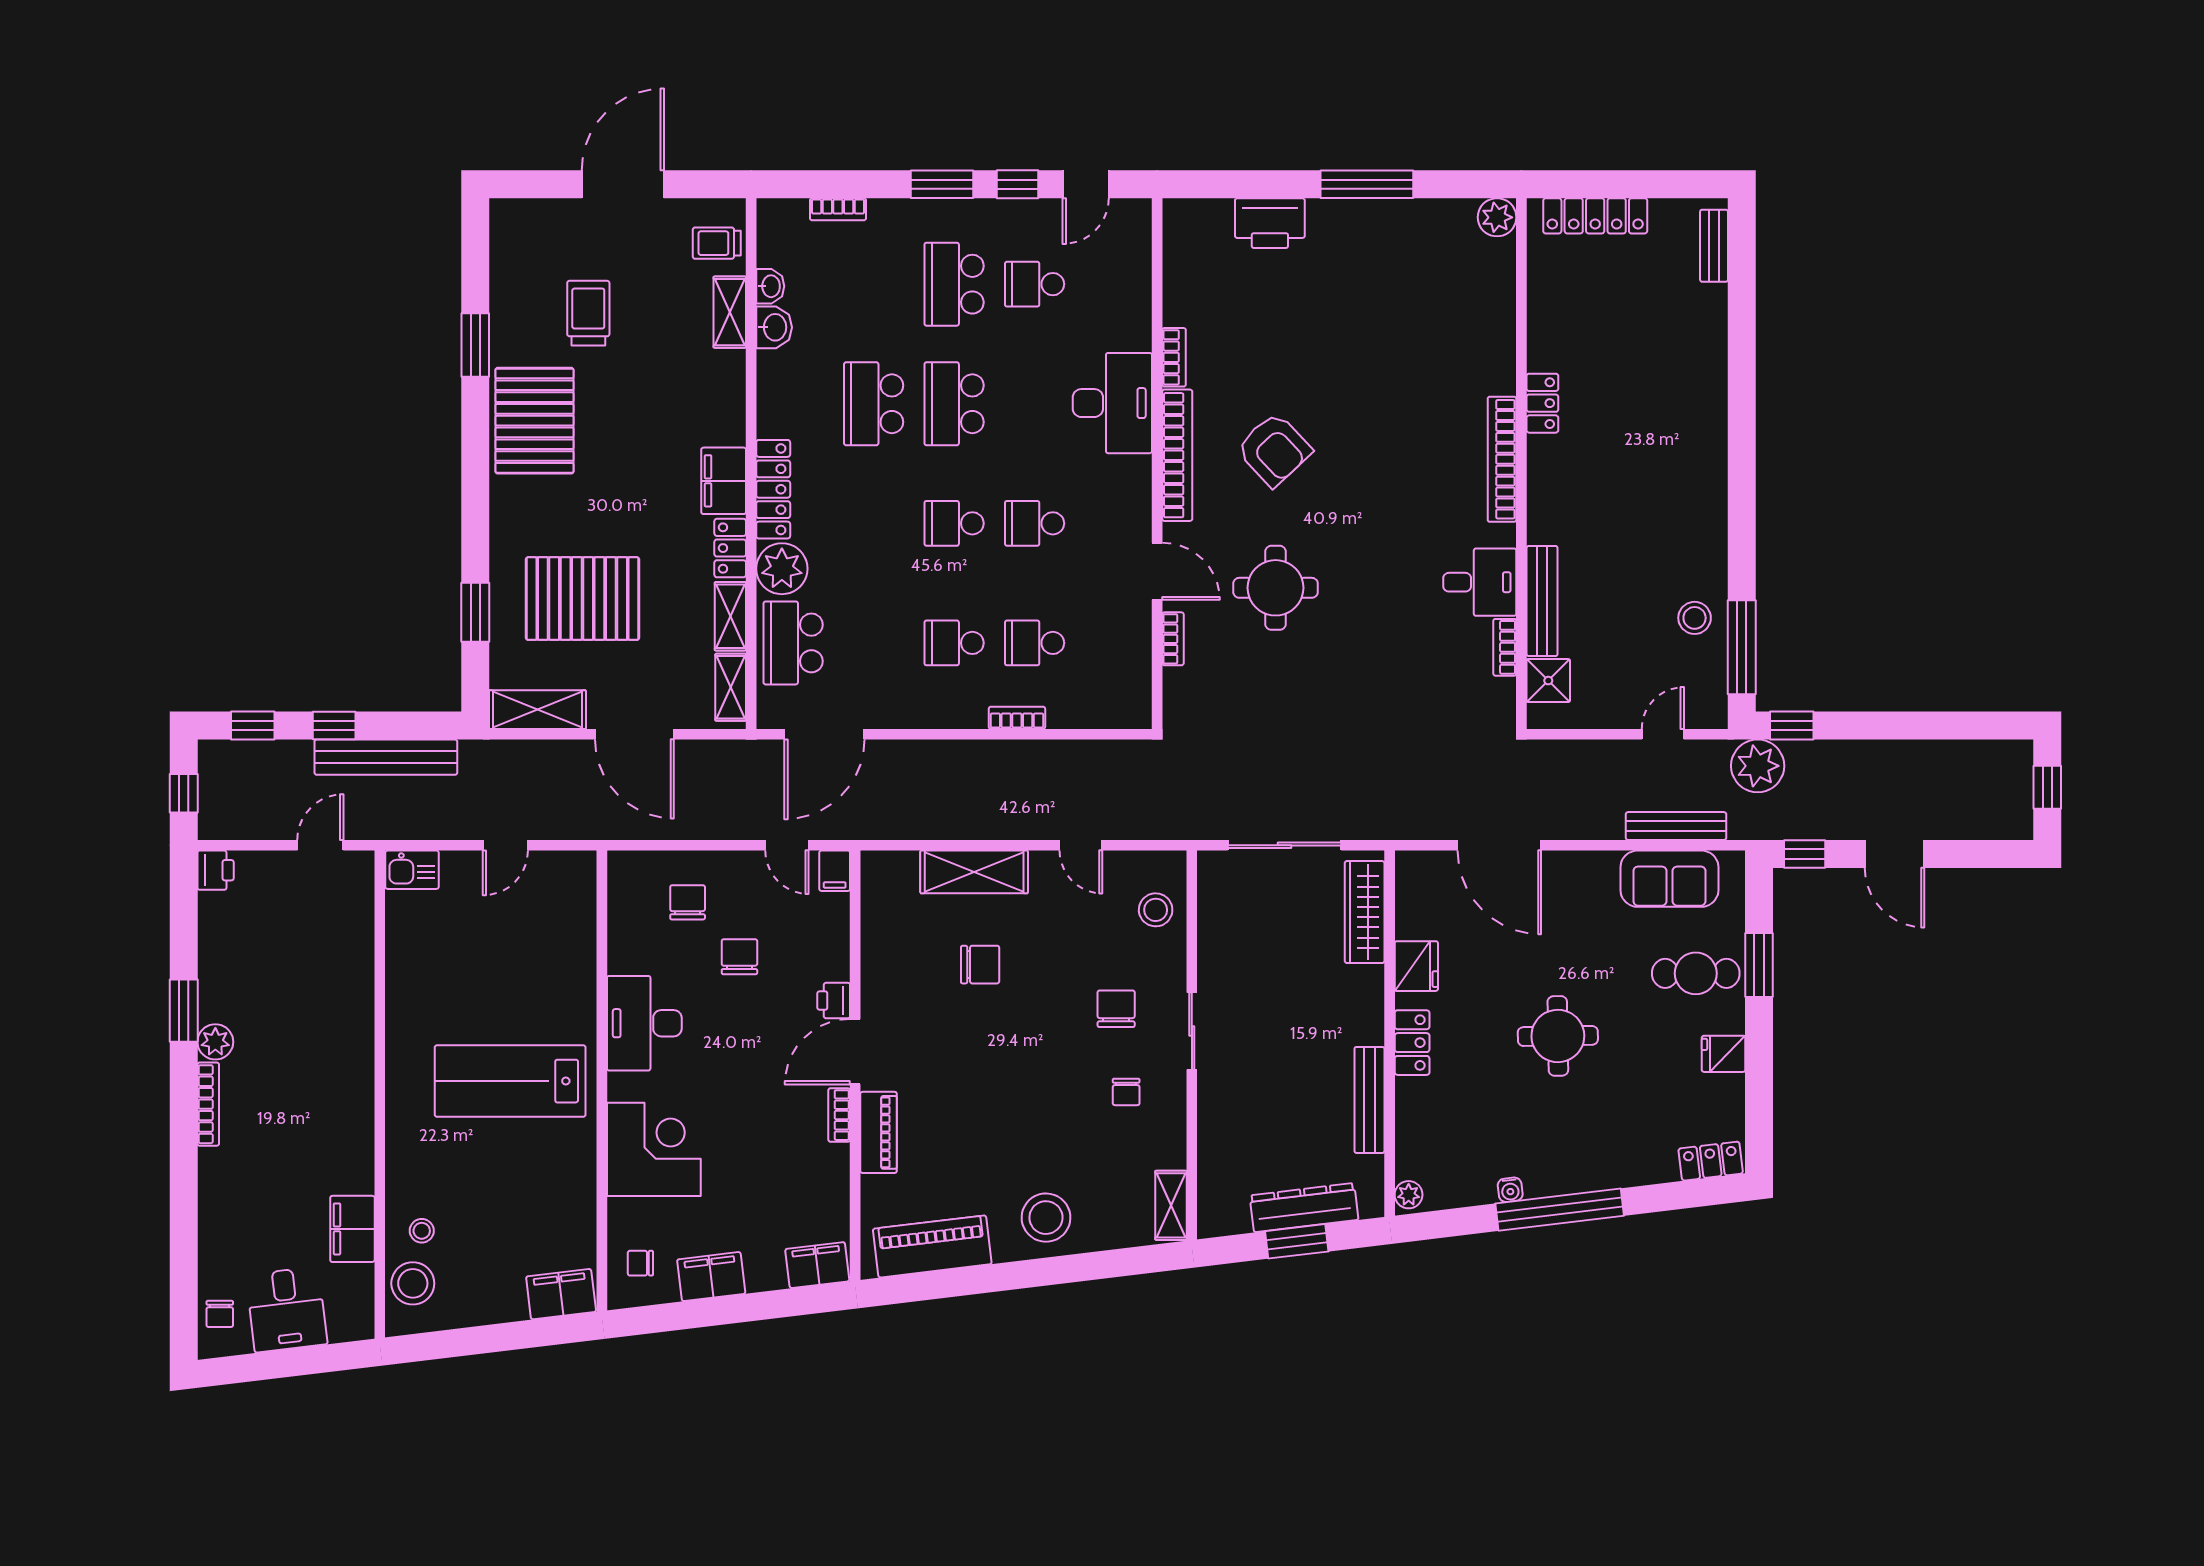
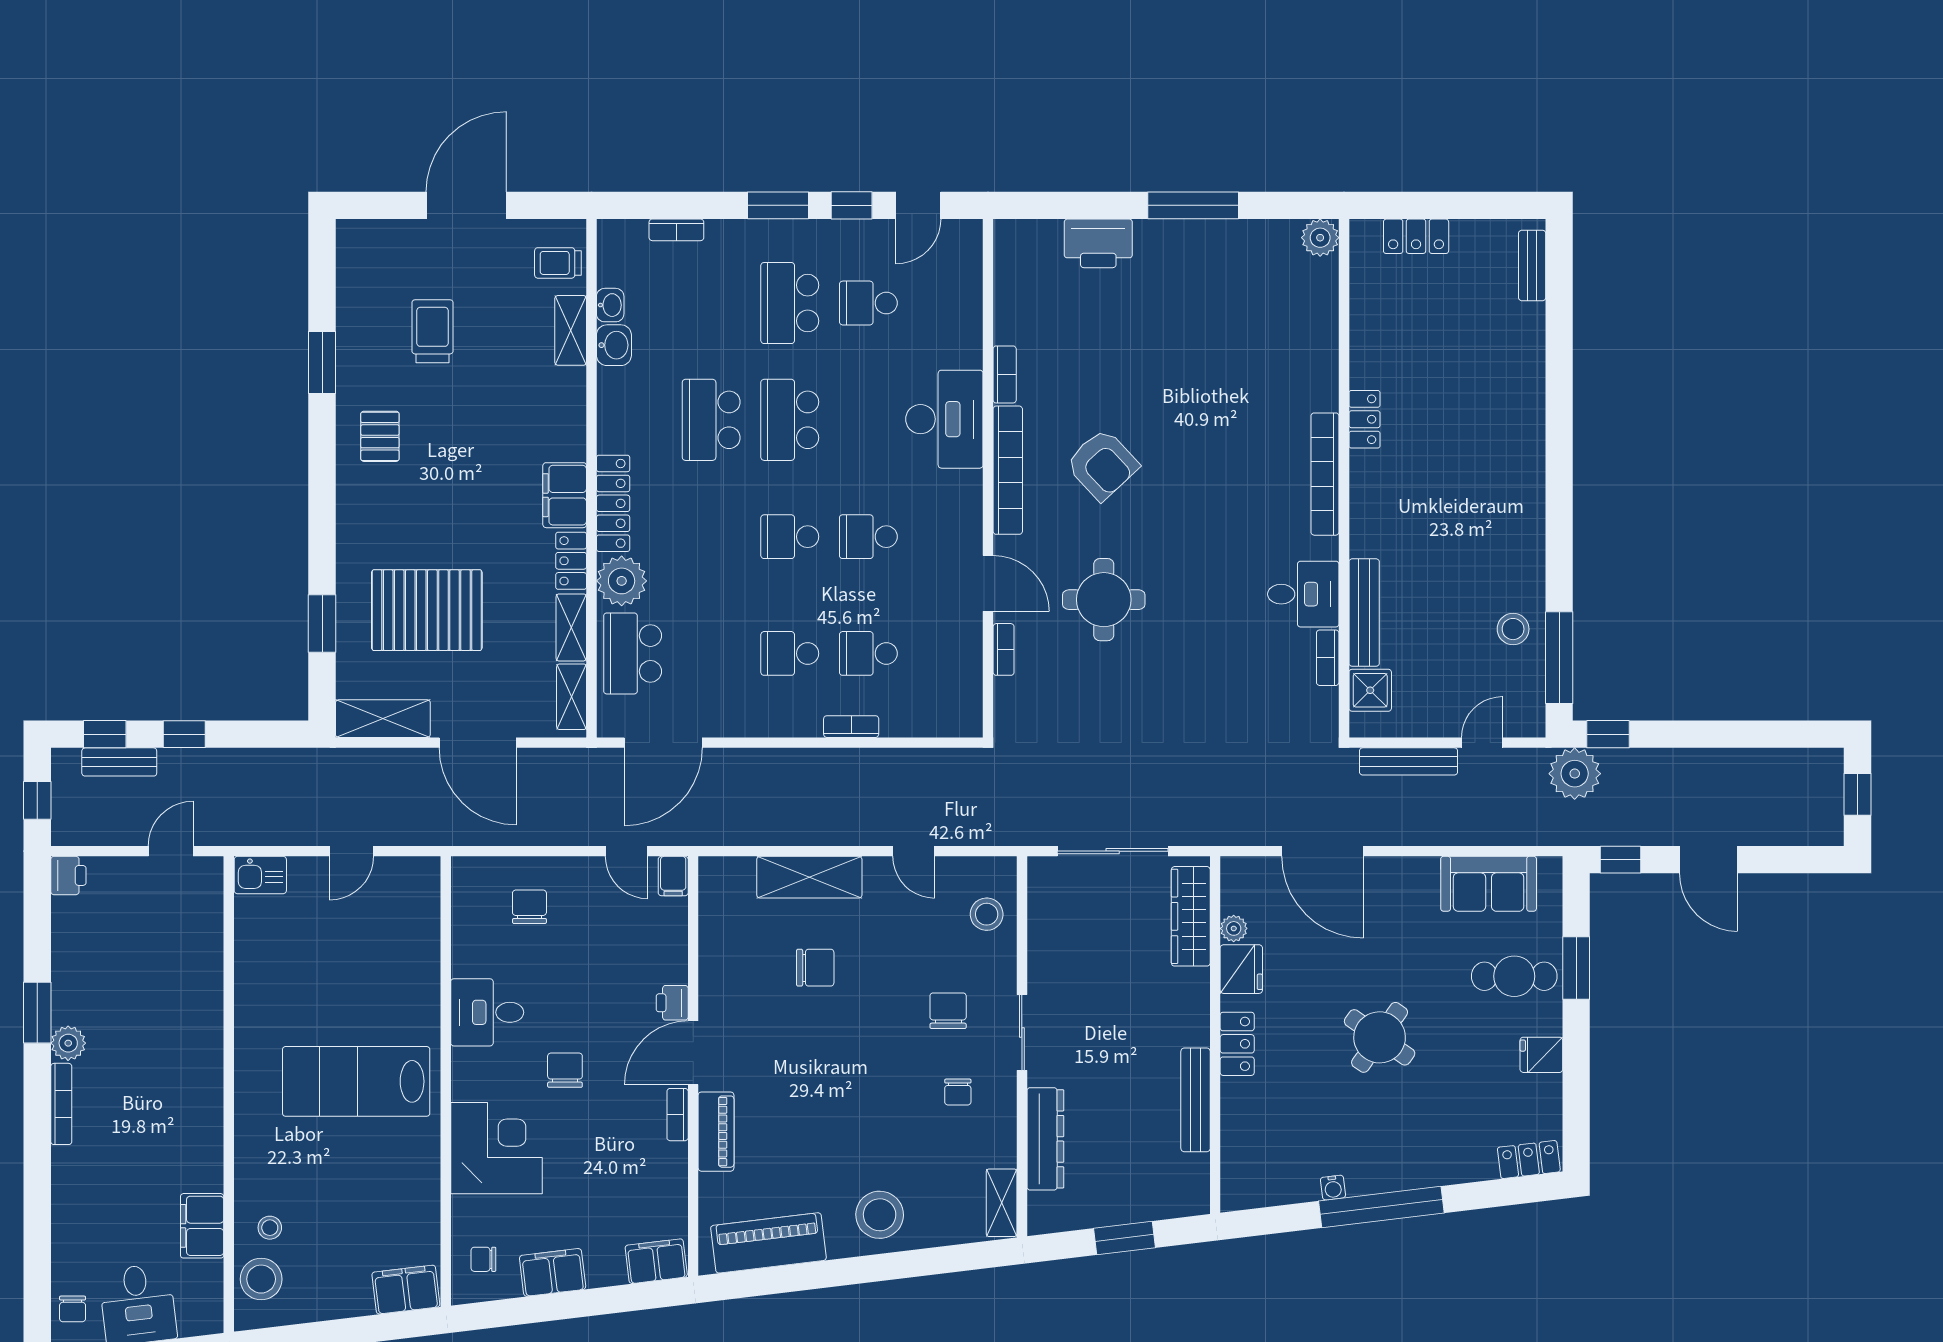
locker: (1595, 216) -> (1416, 236), width x0.66
pallet: (534, 421) -> (380, 436), width x0.49, depth x0.50
bench: (386, 757) -> (119, 762), moved, width x0.54, depth x0.82
bench: (1676, 826) -> (1409, 761), moved
chair: (739, 957) -> (565, 1070), moved
desk: (644, 1023) -> (487, 1012), width x0.73
round table: (1558, 1036) -> (1380, 1037), turned 36
plant: (1409, 1195) -> (1234, 928), moved
dresser: (1304, 1208) -> (1045, 1139), moved, turned 97

